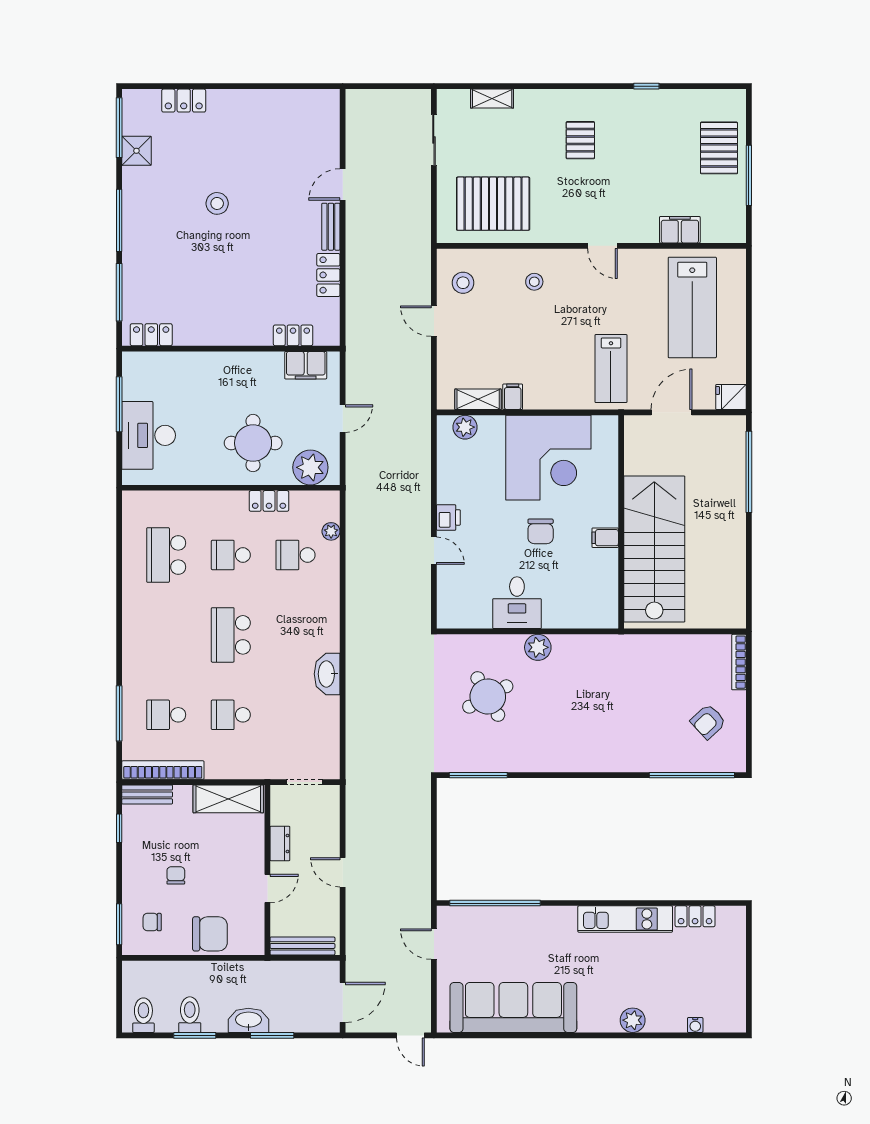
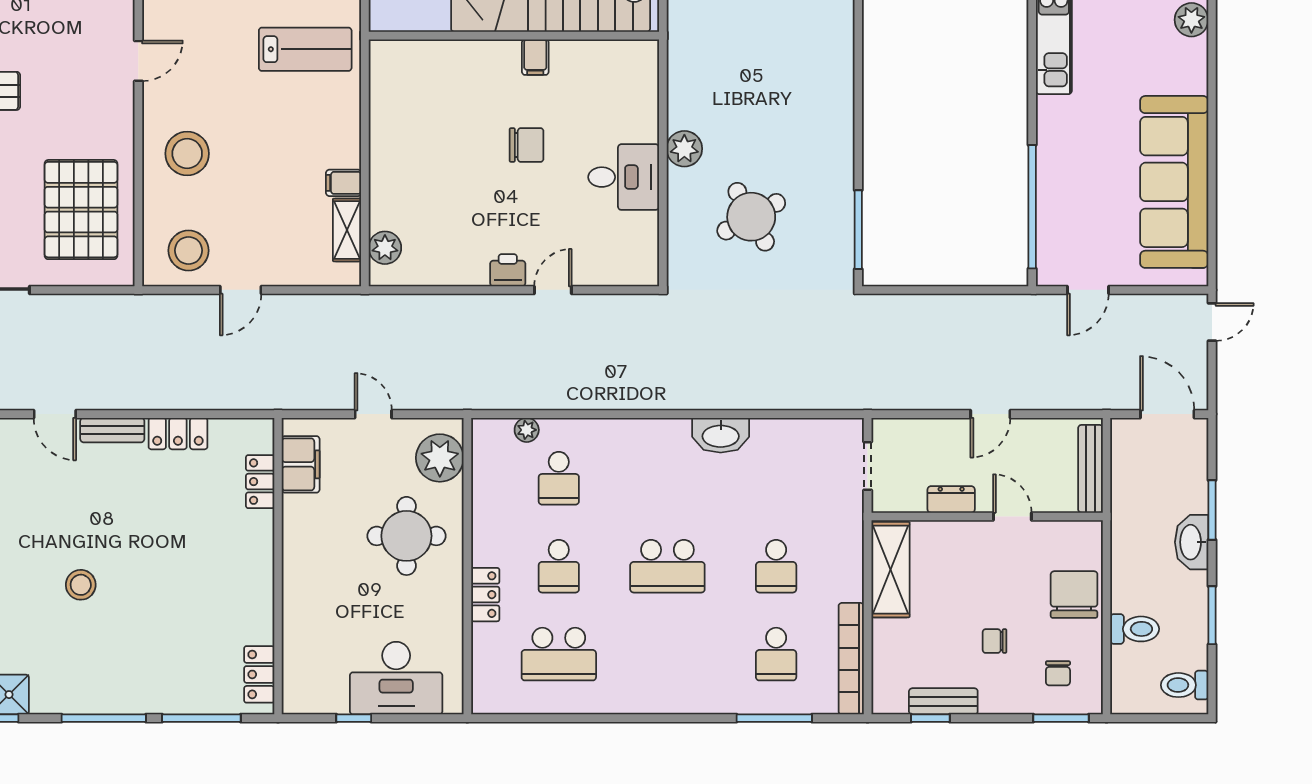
stool: (534, 282) -> (187, 154), width x1.89, depth x1.89
stool: (463, 283) -> (189, 250), width x1.38, depth x1.38
window: (119, 404) -> (354, 718), width x0.46
corner desk: (548, 458) -> (426, 134), removed
locker: (269, 501) -> (485, 595), moved
bench: (147, 794) -> (943, 701), moved, turned 90
toilet: (190, 1015) -> (1135, 629), moved, turned 180

